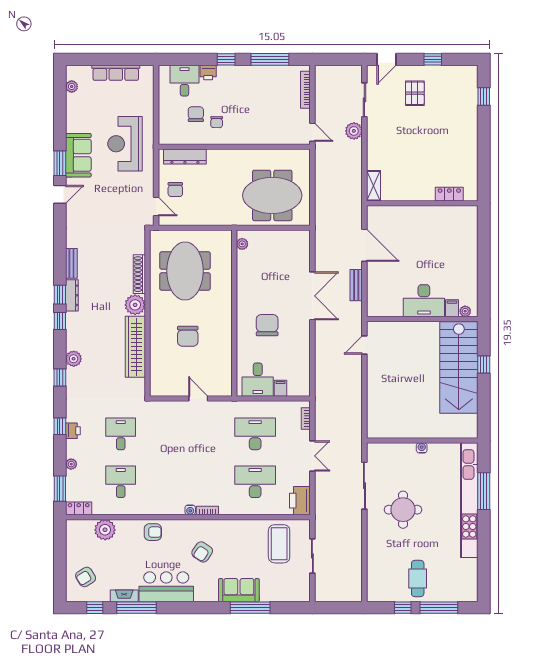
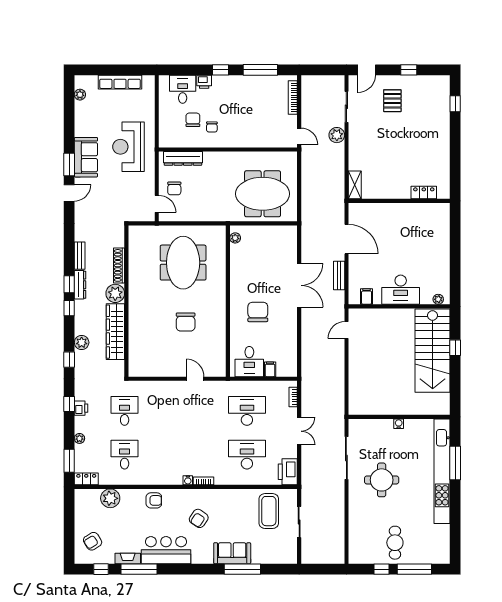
shoe rack: (139, 274) -> (119, 265), moved
plant: (135, 305) -> (115, 293), moved
filing cabinet: (452, 308) -> (367, 296), moved
wall: (147, 313) -> (126, 301), moved
wardrobe: (135, 347) -> (115, 332), moved

